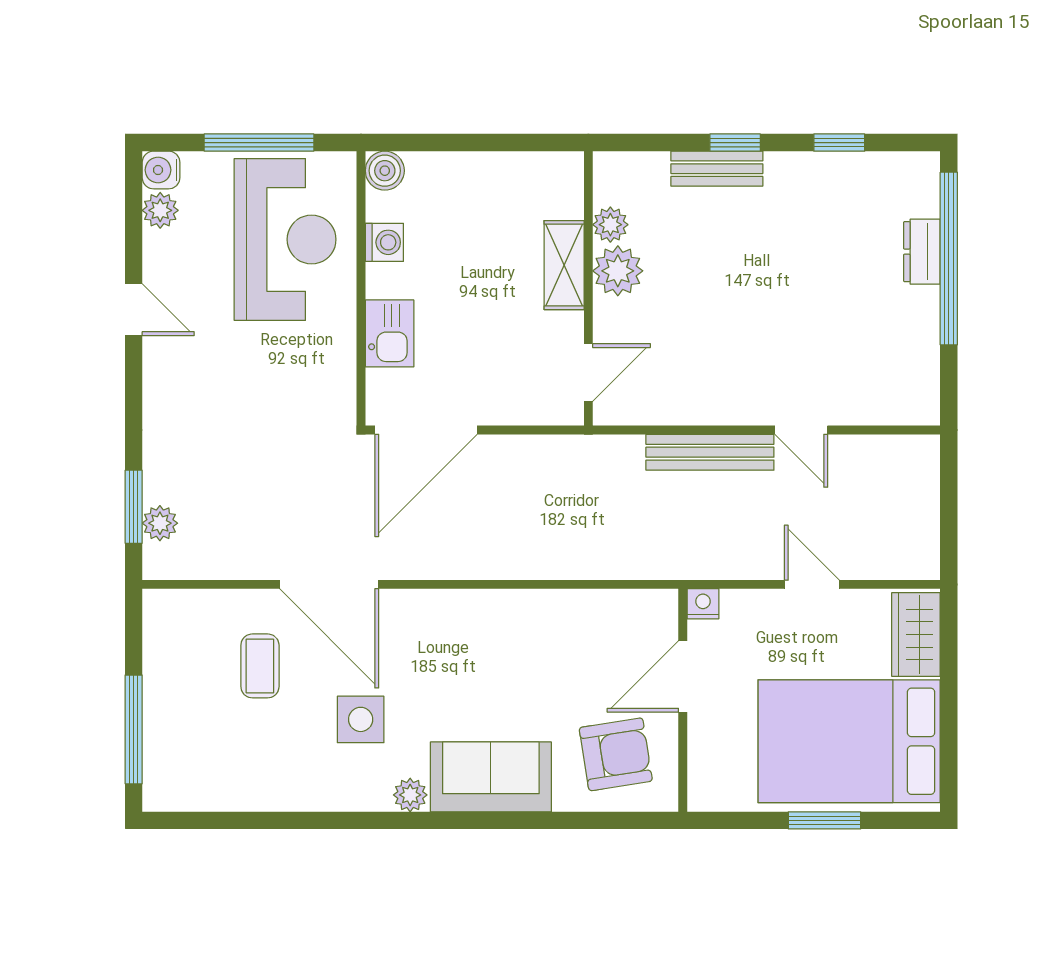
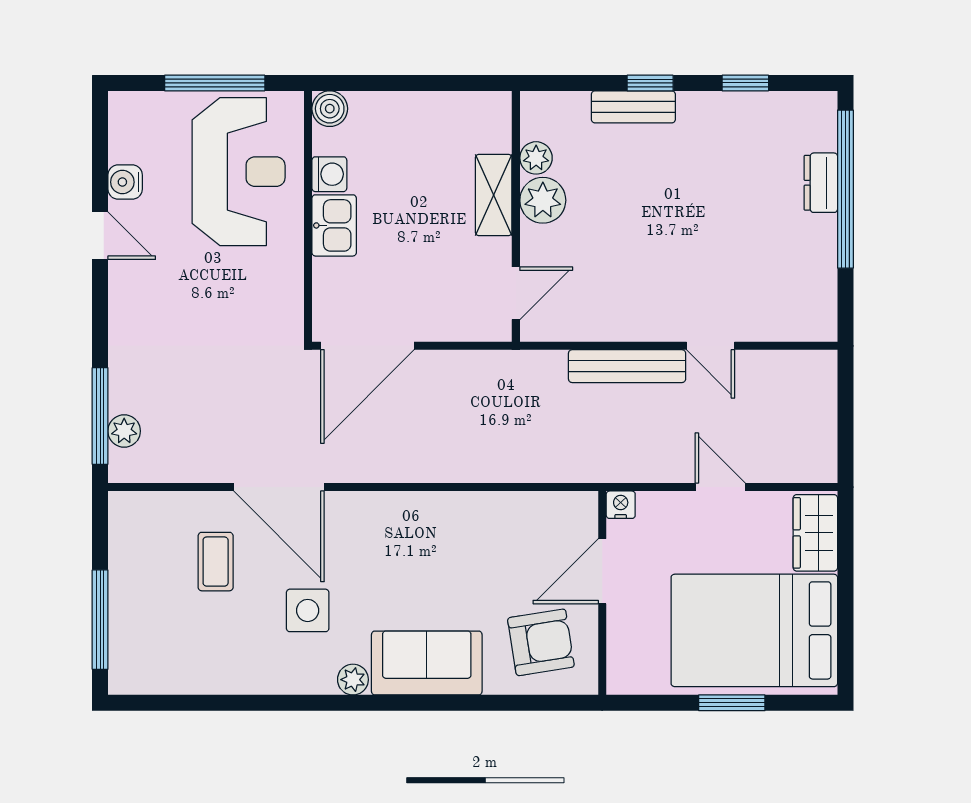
water cooler: (161, 170) -> (125, 182), moved
plant: (160, 210) -> (124, 145), removed
kitchen sink: (390, 333) -> (334, 225), moved
window: (134, 507) -> (100, 416), width x1.44

